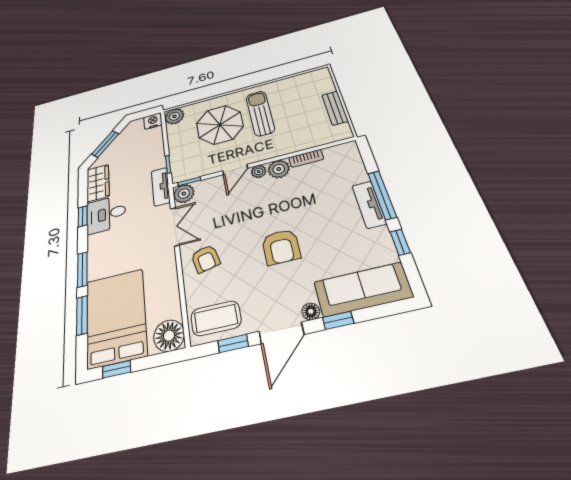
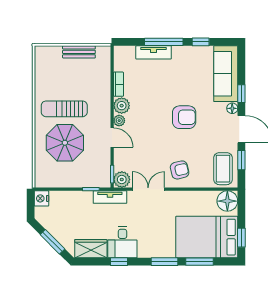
plant: (174, 116) -> (43, 179), removed
tv unit: (369, 204) -> (154, 52), moved

